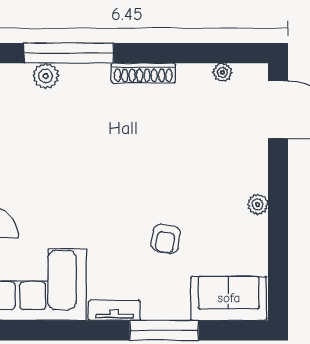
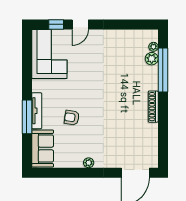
plant: (222, 72) -> (153, 47), moved
tv unit: (114, 310) -> (37, 111), moved, width x1.41

